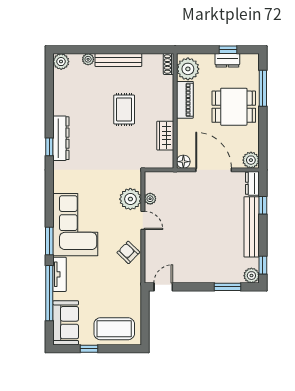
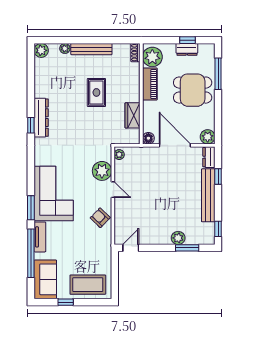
plant: (150, 199) -> (119, 155), moved
plant: (251, 276) -> (178, 238), moved

